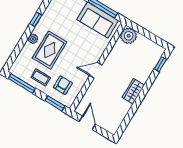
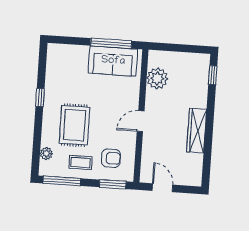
plant: (129, 36) -> (157, 78), moved
plant: (33, 39) -> (46, 154), moved
armchair: (63, 85) -> (111, 158), turned 90
wardrobe: (133, 91) -> (197, 131), width x1.50

